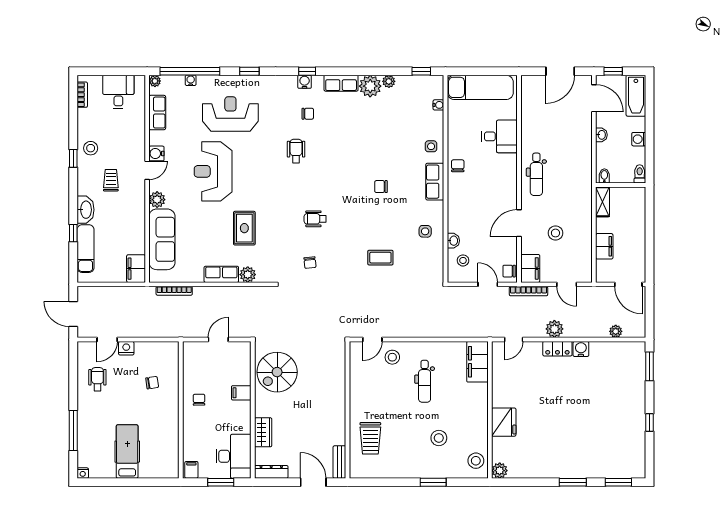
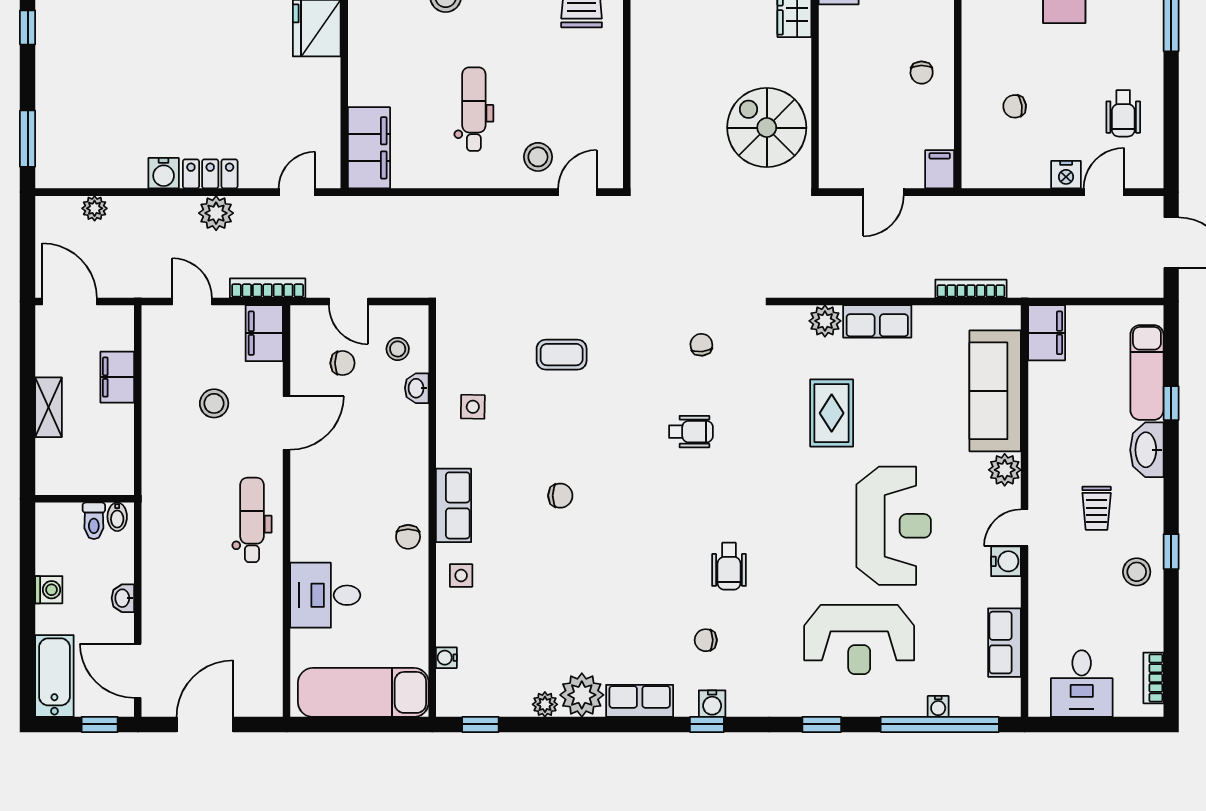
plant: (155, 81) -> (1009, 705), removed
toilet: (640, 174) -> (94, 521), moved
shelving: (602, 202) -> (49, 407), moved
chair: (509, 271) -> (343, 363), moved
spiral stairs: (277, 372) -> (767, 128), turned -90
filing cabinet: (241, 393) -> (940, 169), moved, turned -90

